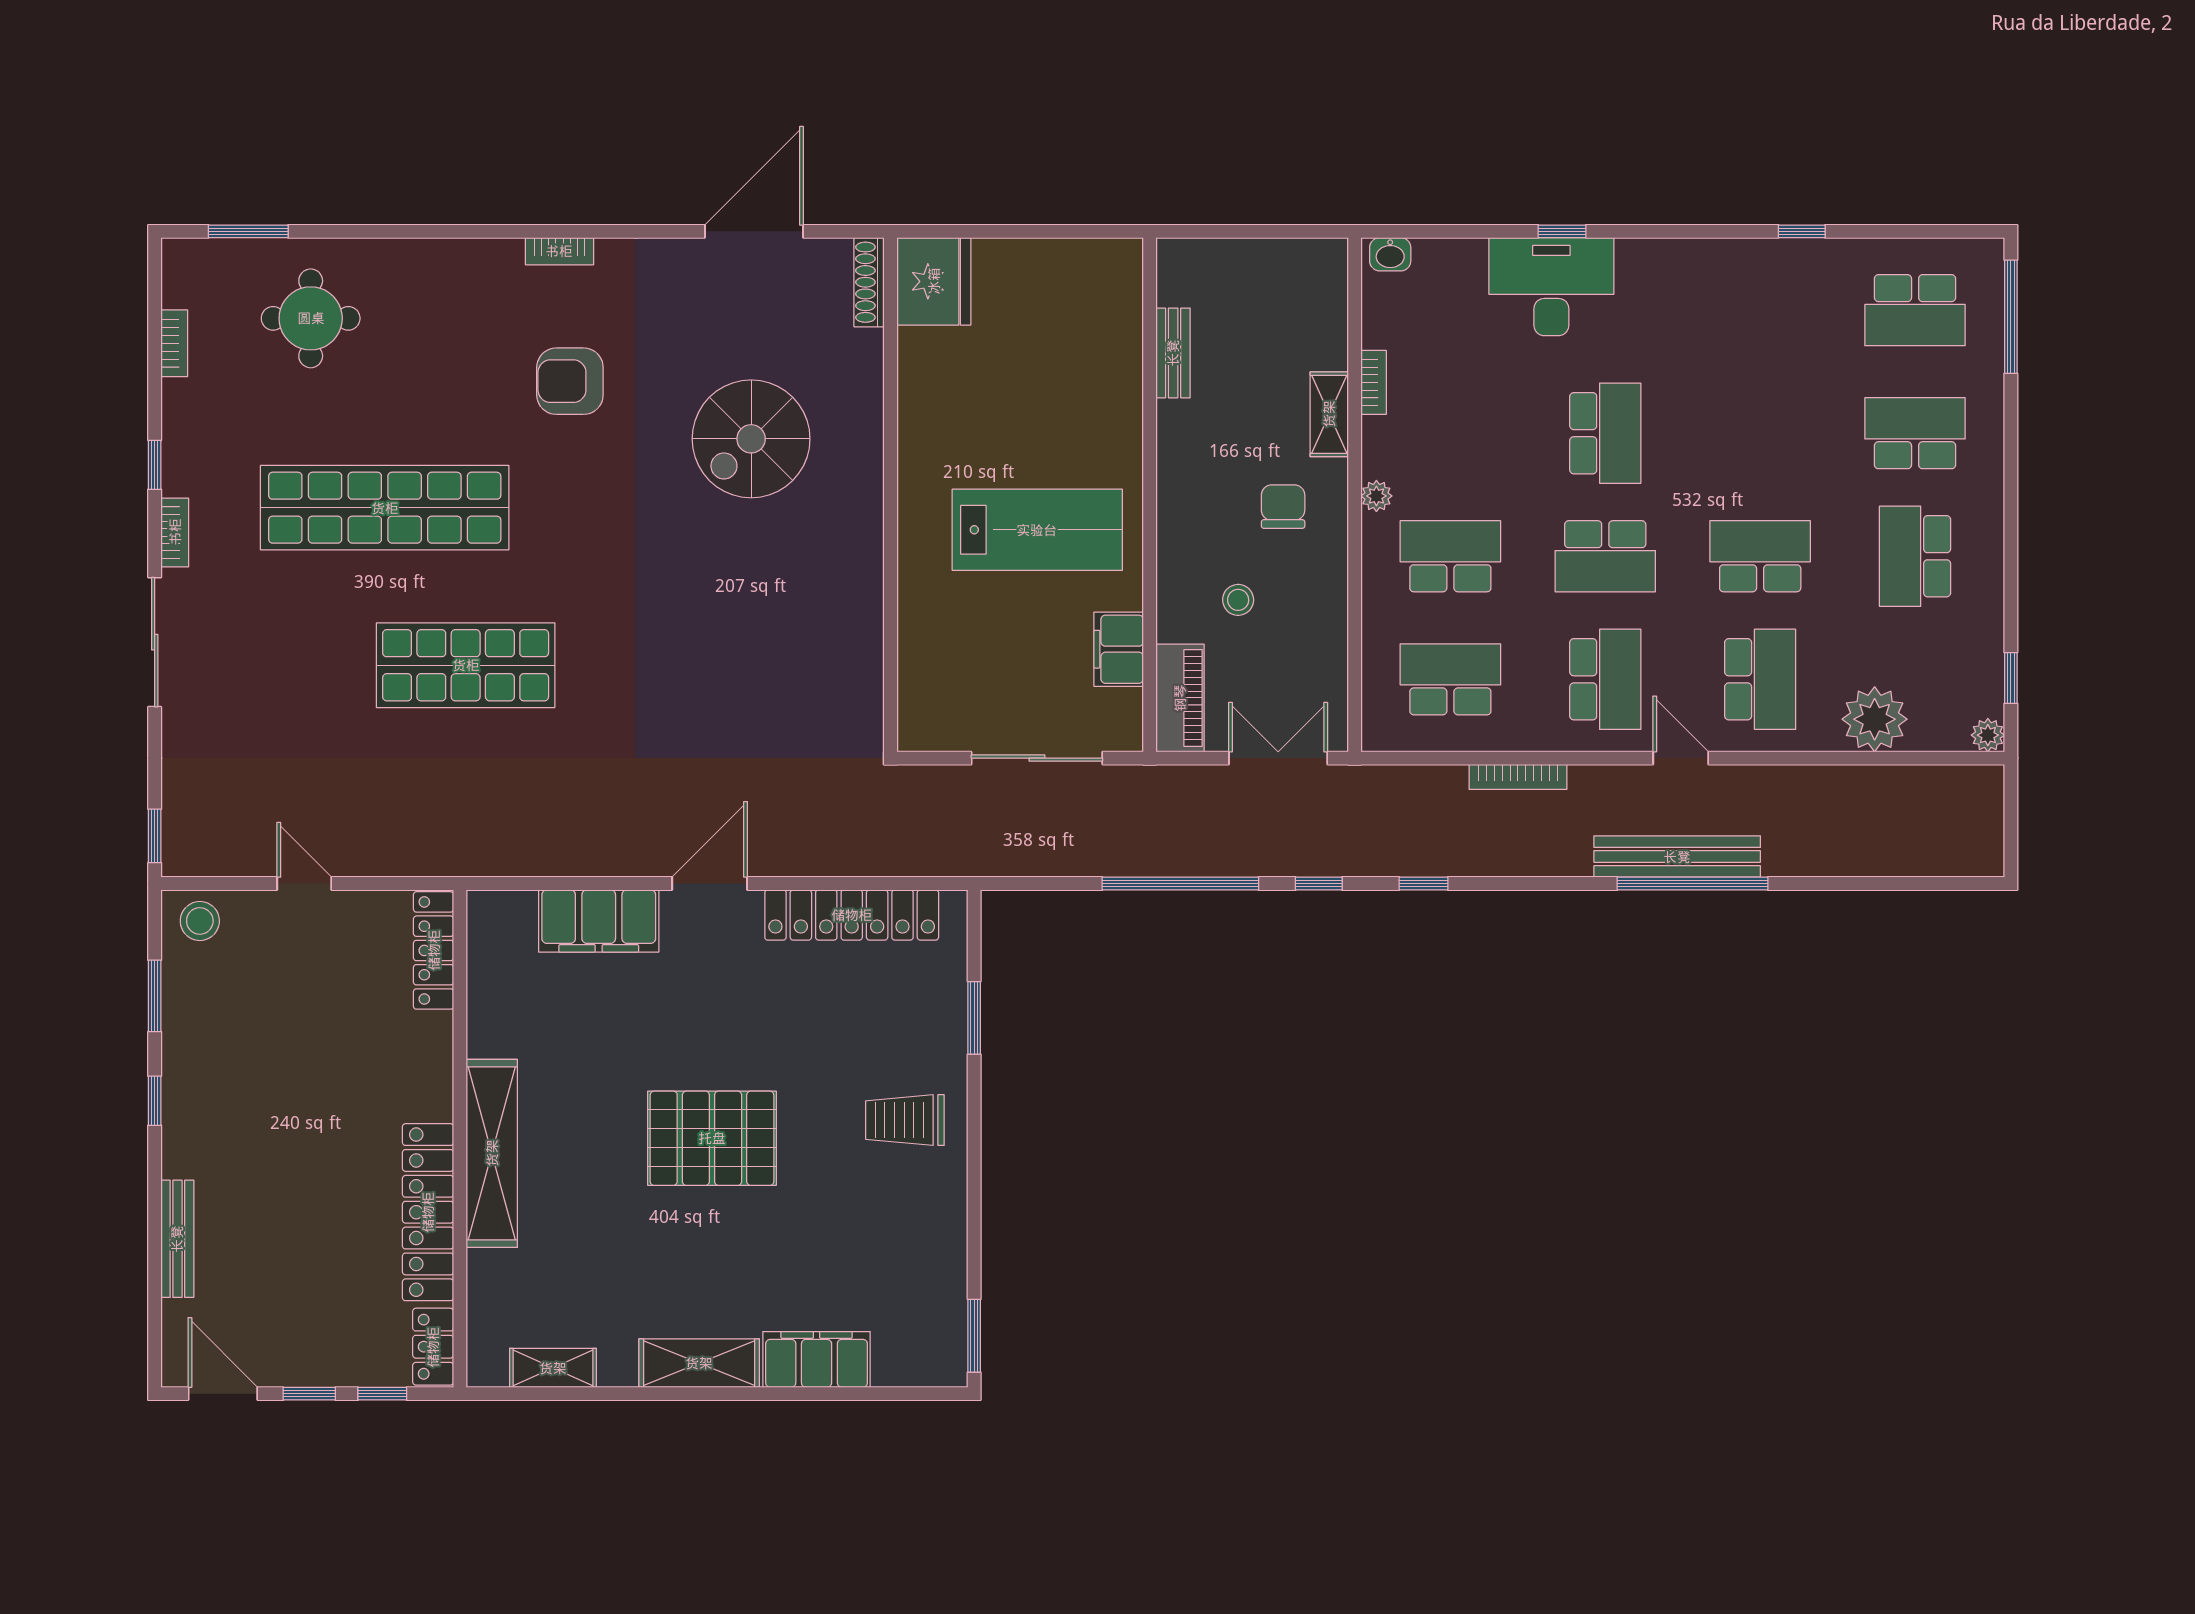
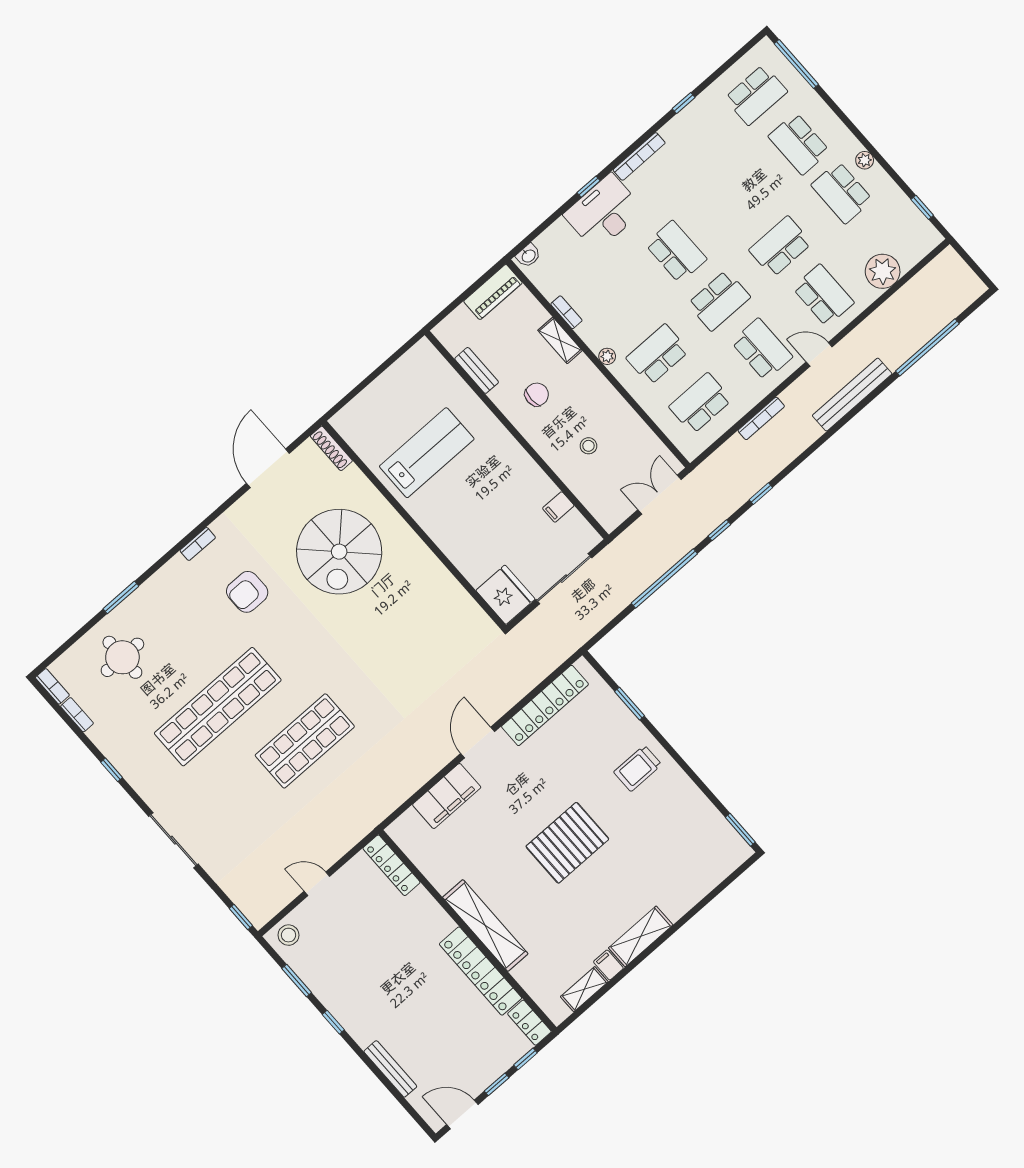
window: (248, 231) -> (121, 598), moved
bookcase: (1672, 252) -> (639, 156), added
fridge: (934, 281) -> (505, 595), moved
school desk: (1915, 433) -> (799, 144), turned -90
spiral stairs: (751, 439) -> (339, 552), width x1.37, depth x1.37
chair: (1283, 507) -> (537, 394), moved, turned 90
lab bench: (1037, 530) -> (427, 453), moved
bookcase: (175, 532) -> (52, 686), moved
filing cabinet: (1119, 649) -> (558, 507), width x0.50
piano: (1180, 698) -> (493, 292), moved, turned 90
plant: (1988, 735) -> (865, 160), moved
window: (1692, 884) -> (927, 347), moved
filing cabinet: (817, 1359) -> (608, 965), moved, width x0.33, depth x0.86

